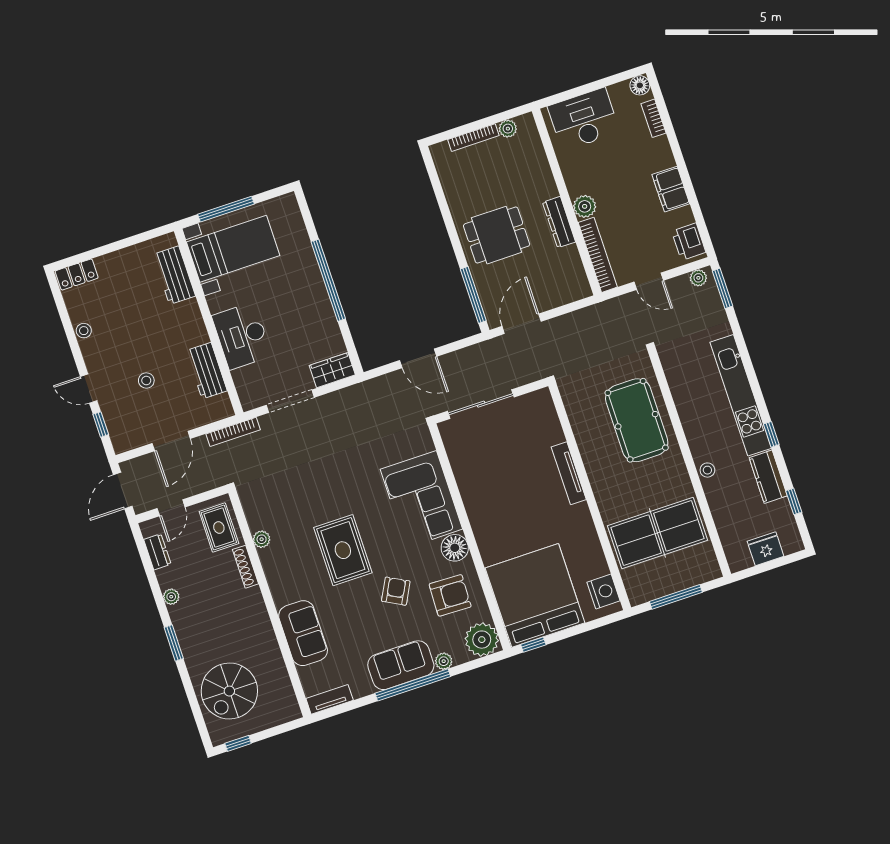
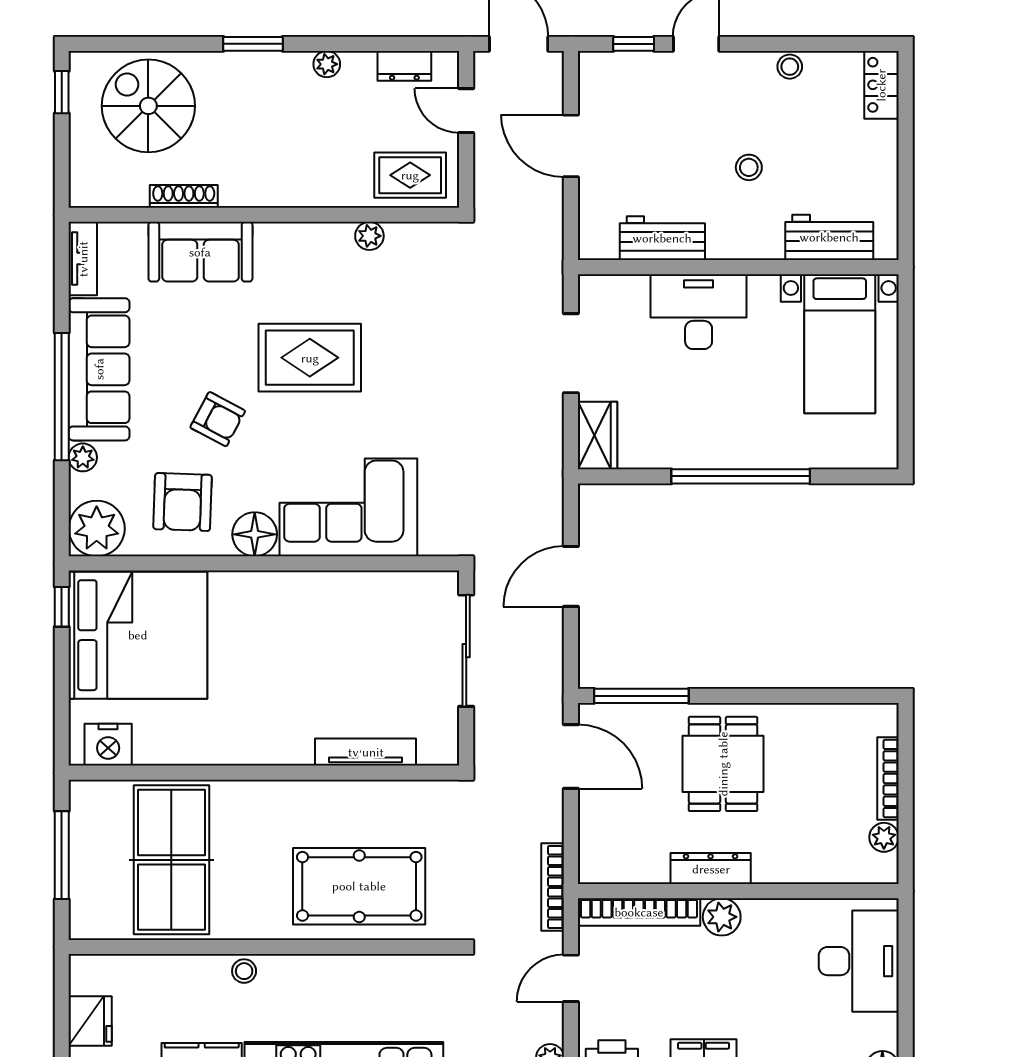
window: (226, 209) -> (906, 353), removed
stool: (146, 381) -> (749, 167), moved
bookcase: (233, 432) -> (553, 887), moved
tv unit: (569, 473) -> (366, 752), moved
shoe rack: (245, 567) -> (184, 196), moved
sofa: (401, 665) -> (99, 369), width x1.36

